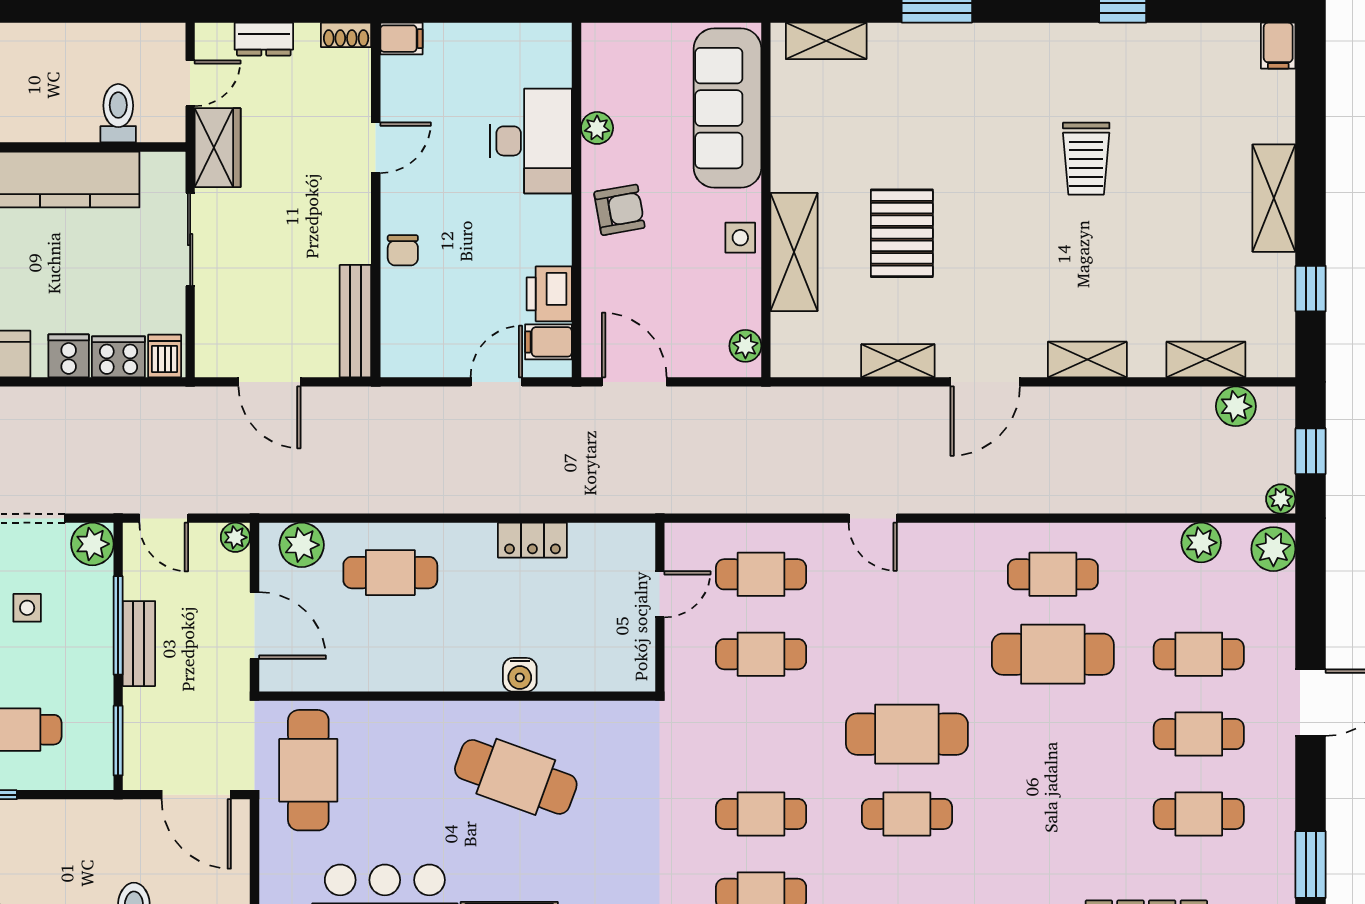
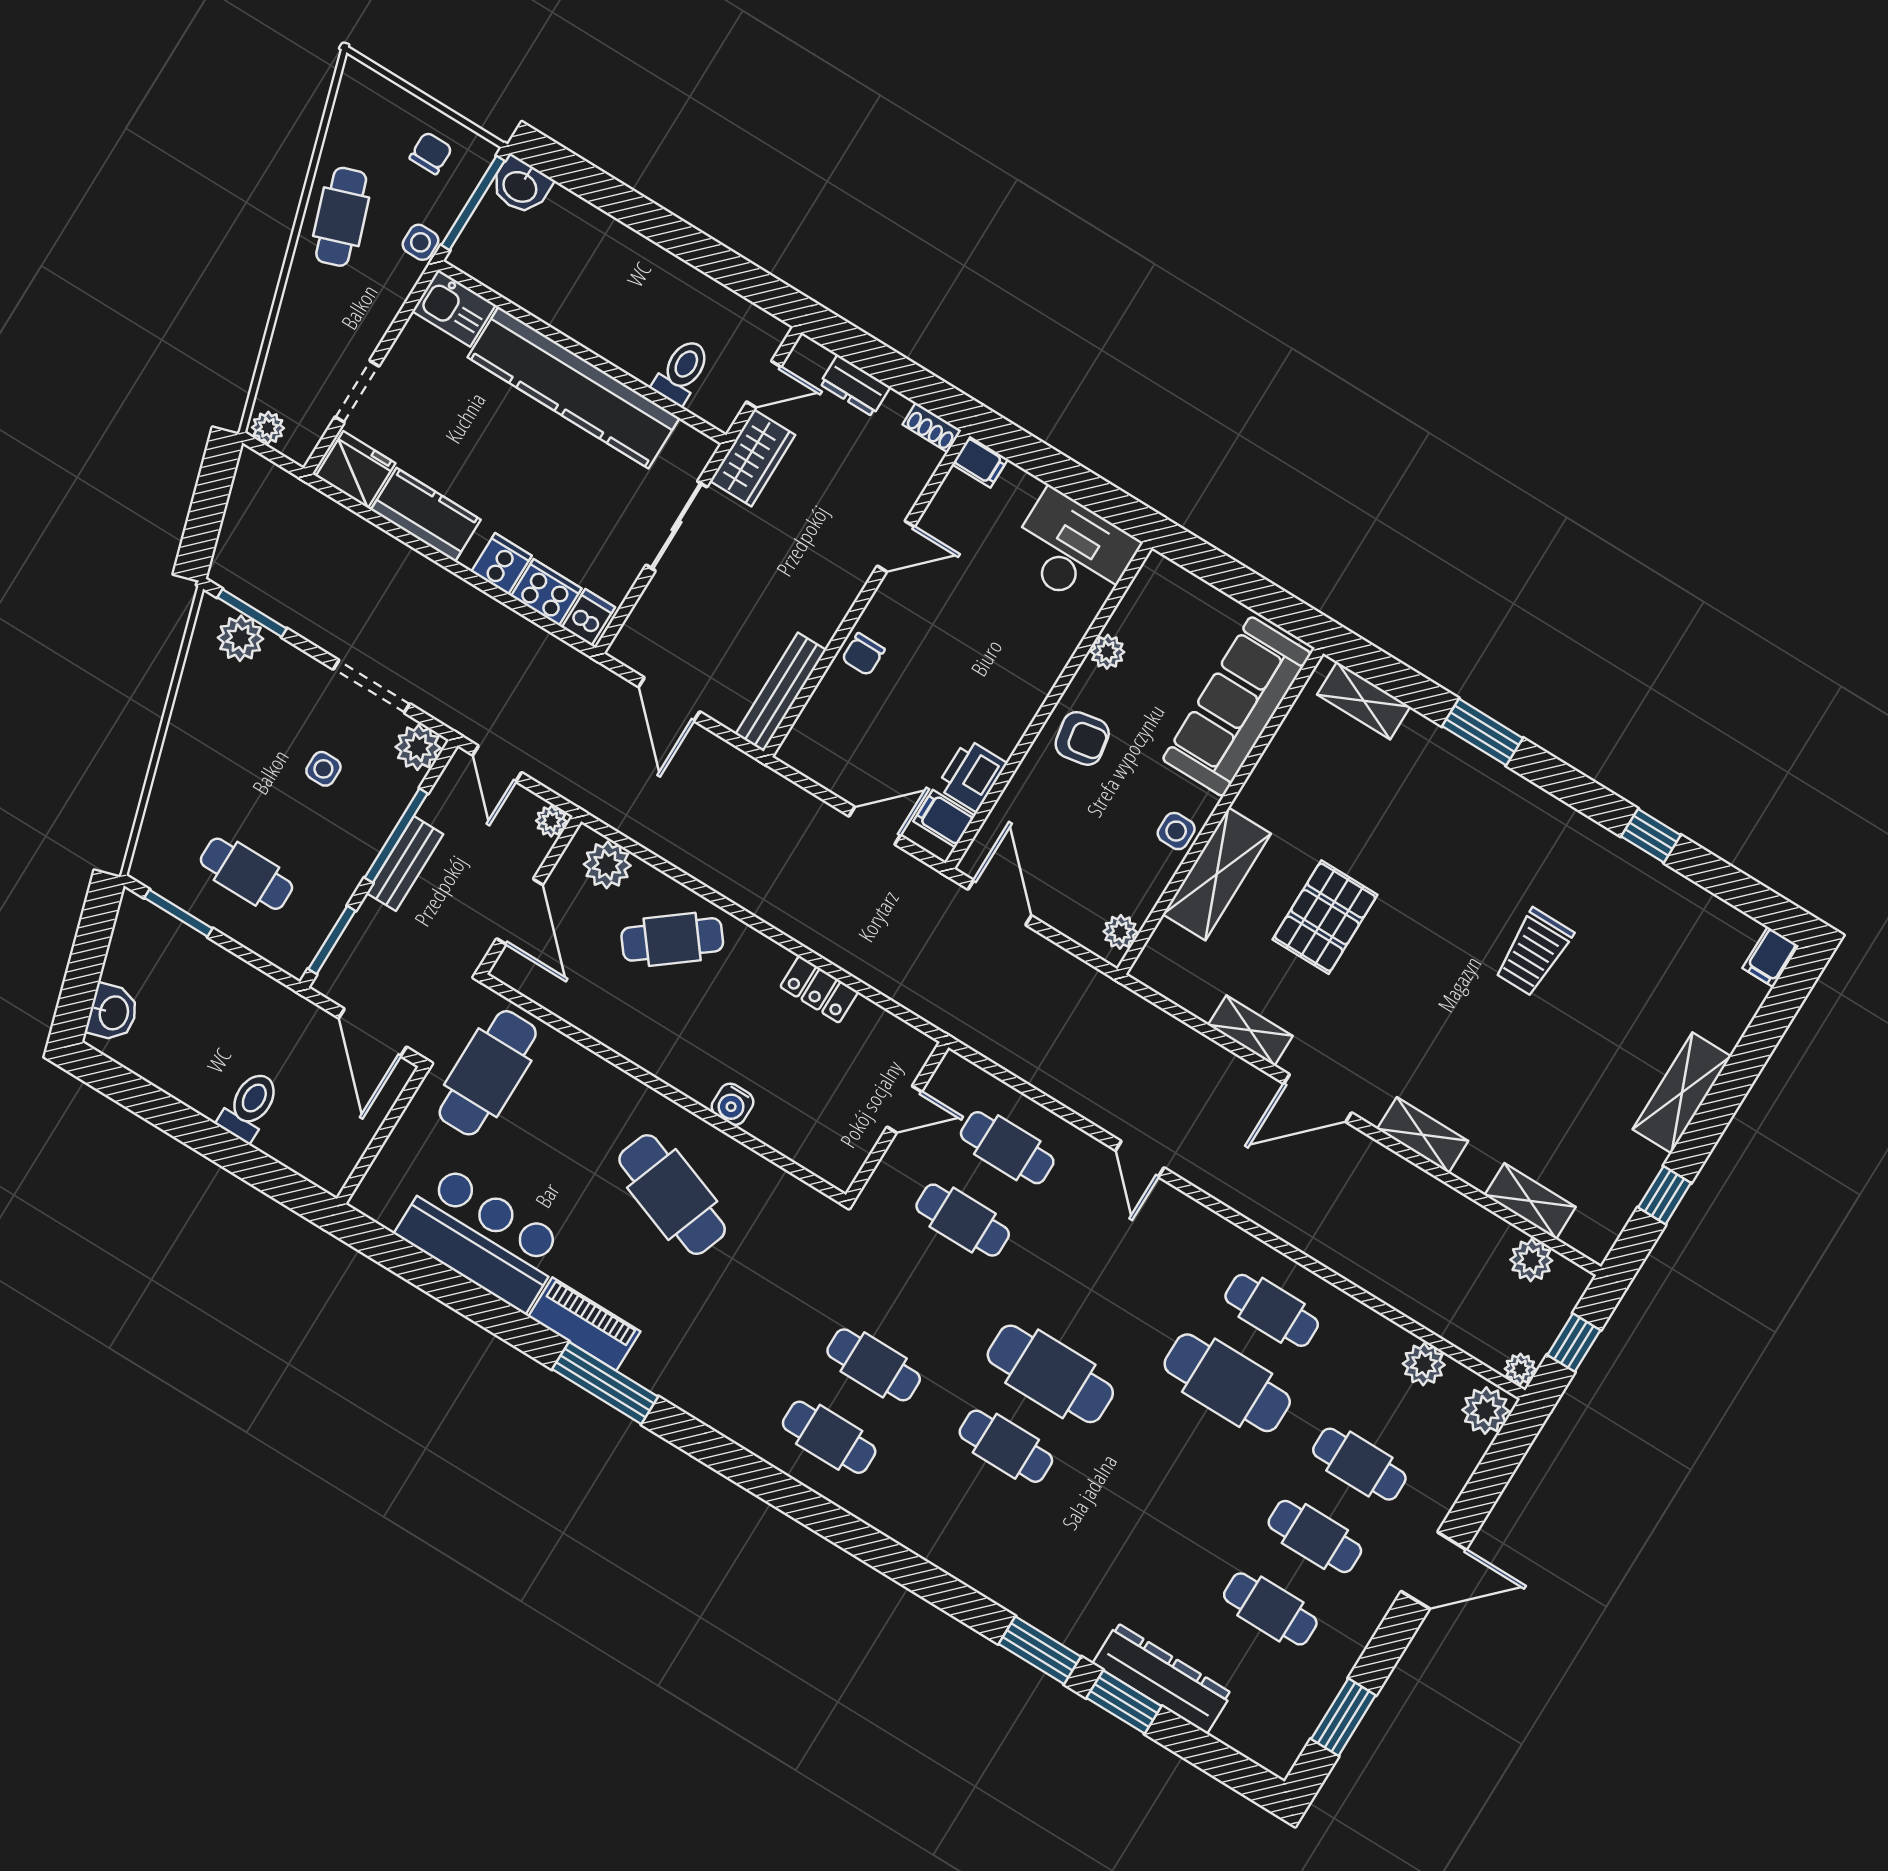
desk: (531, 141) -> (1073, 550), moved, turned -90
cafe table: (390, 573) -> (672, 939), turned -38

